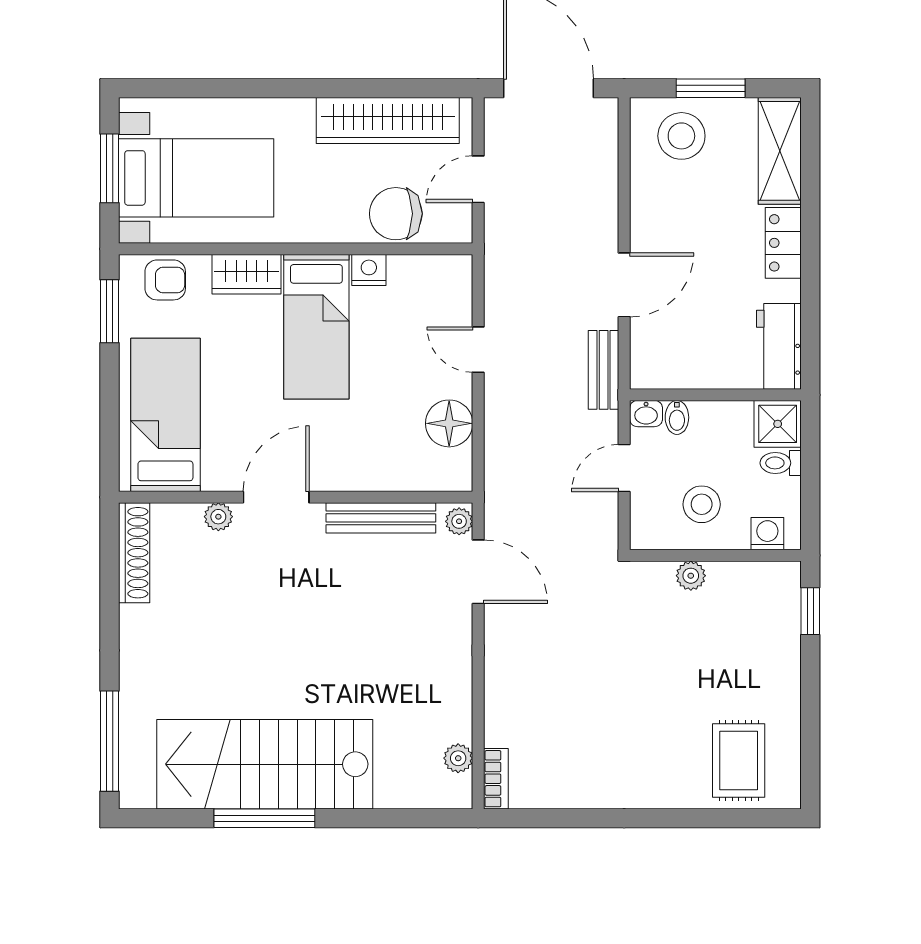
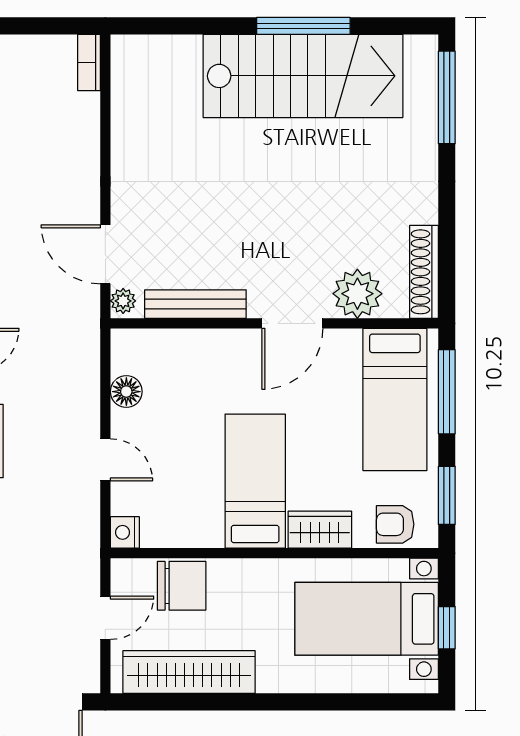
window: (110, 168) -> (447, 628), width x0.67
nightstand: (369, 270) -> (125, 532), moved, turned 90
window: (110, 423) -> (447, 392), added
floor lamp: (449, 423) -> (126, 392), width x0.73, depth x0.73
plant: (218, 517) -> (357, 294), width x1.87, depth x1.87
plant: (458, 758) -> (124, 81), removed

